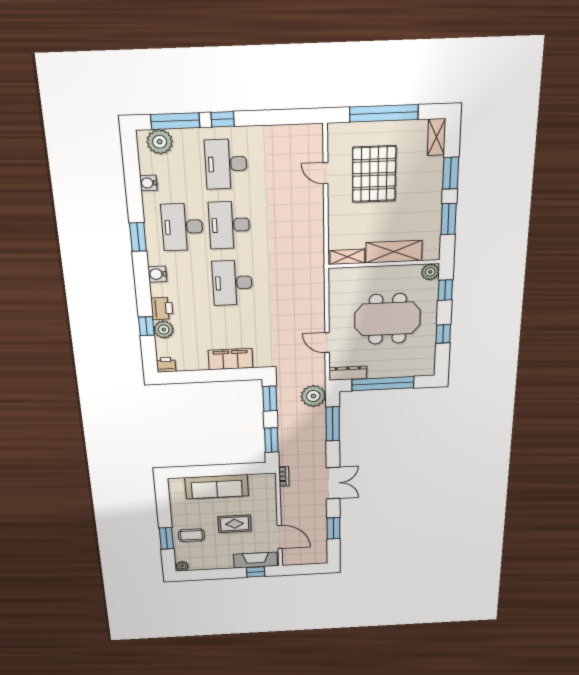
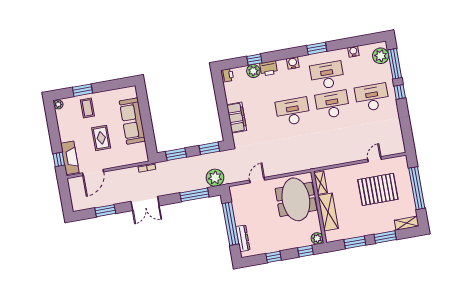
meeting table: (387, 319) -> (296, 199), moved
dresser: (348, 373) -> (243, 238), moved

